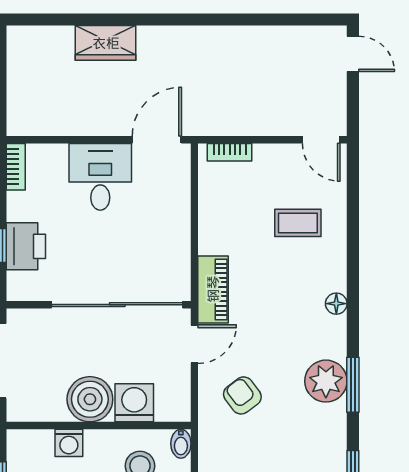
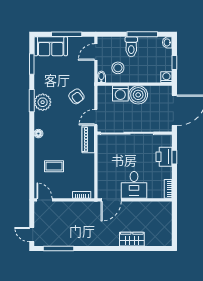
window: (287, 20) -> (59, 249), added
washing machine: (69, 443) -> (166, 77), moved

